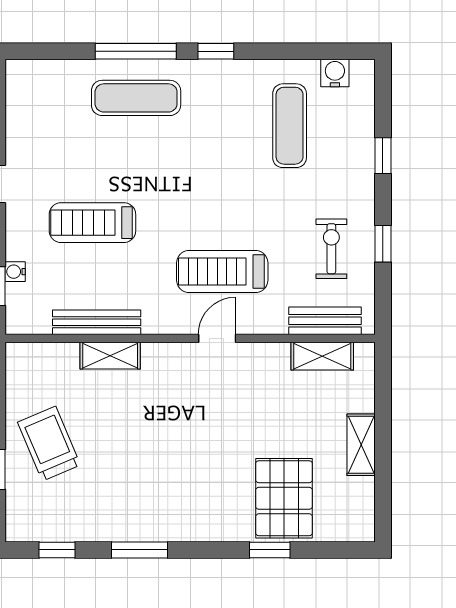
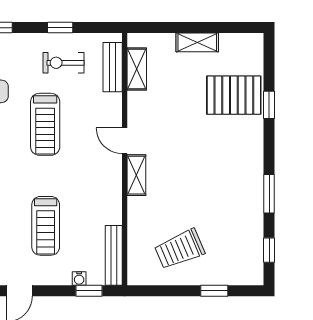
treadmill: (222, 272) -> (45, 124), moved
bench: (97, 322) -> (114, 255), moved
shelving: (110, 356) -> (136, 175), moved
trolley: (49, 444) -> (180, 249), moved

